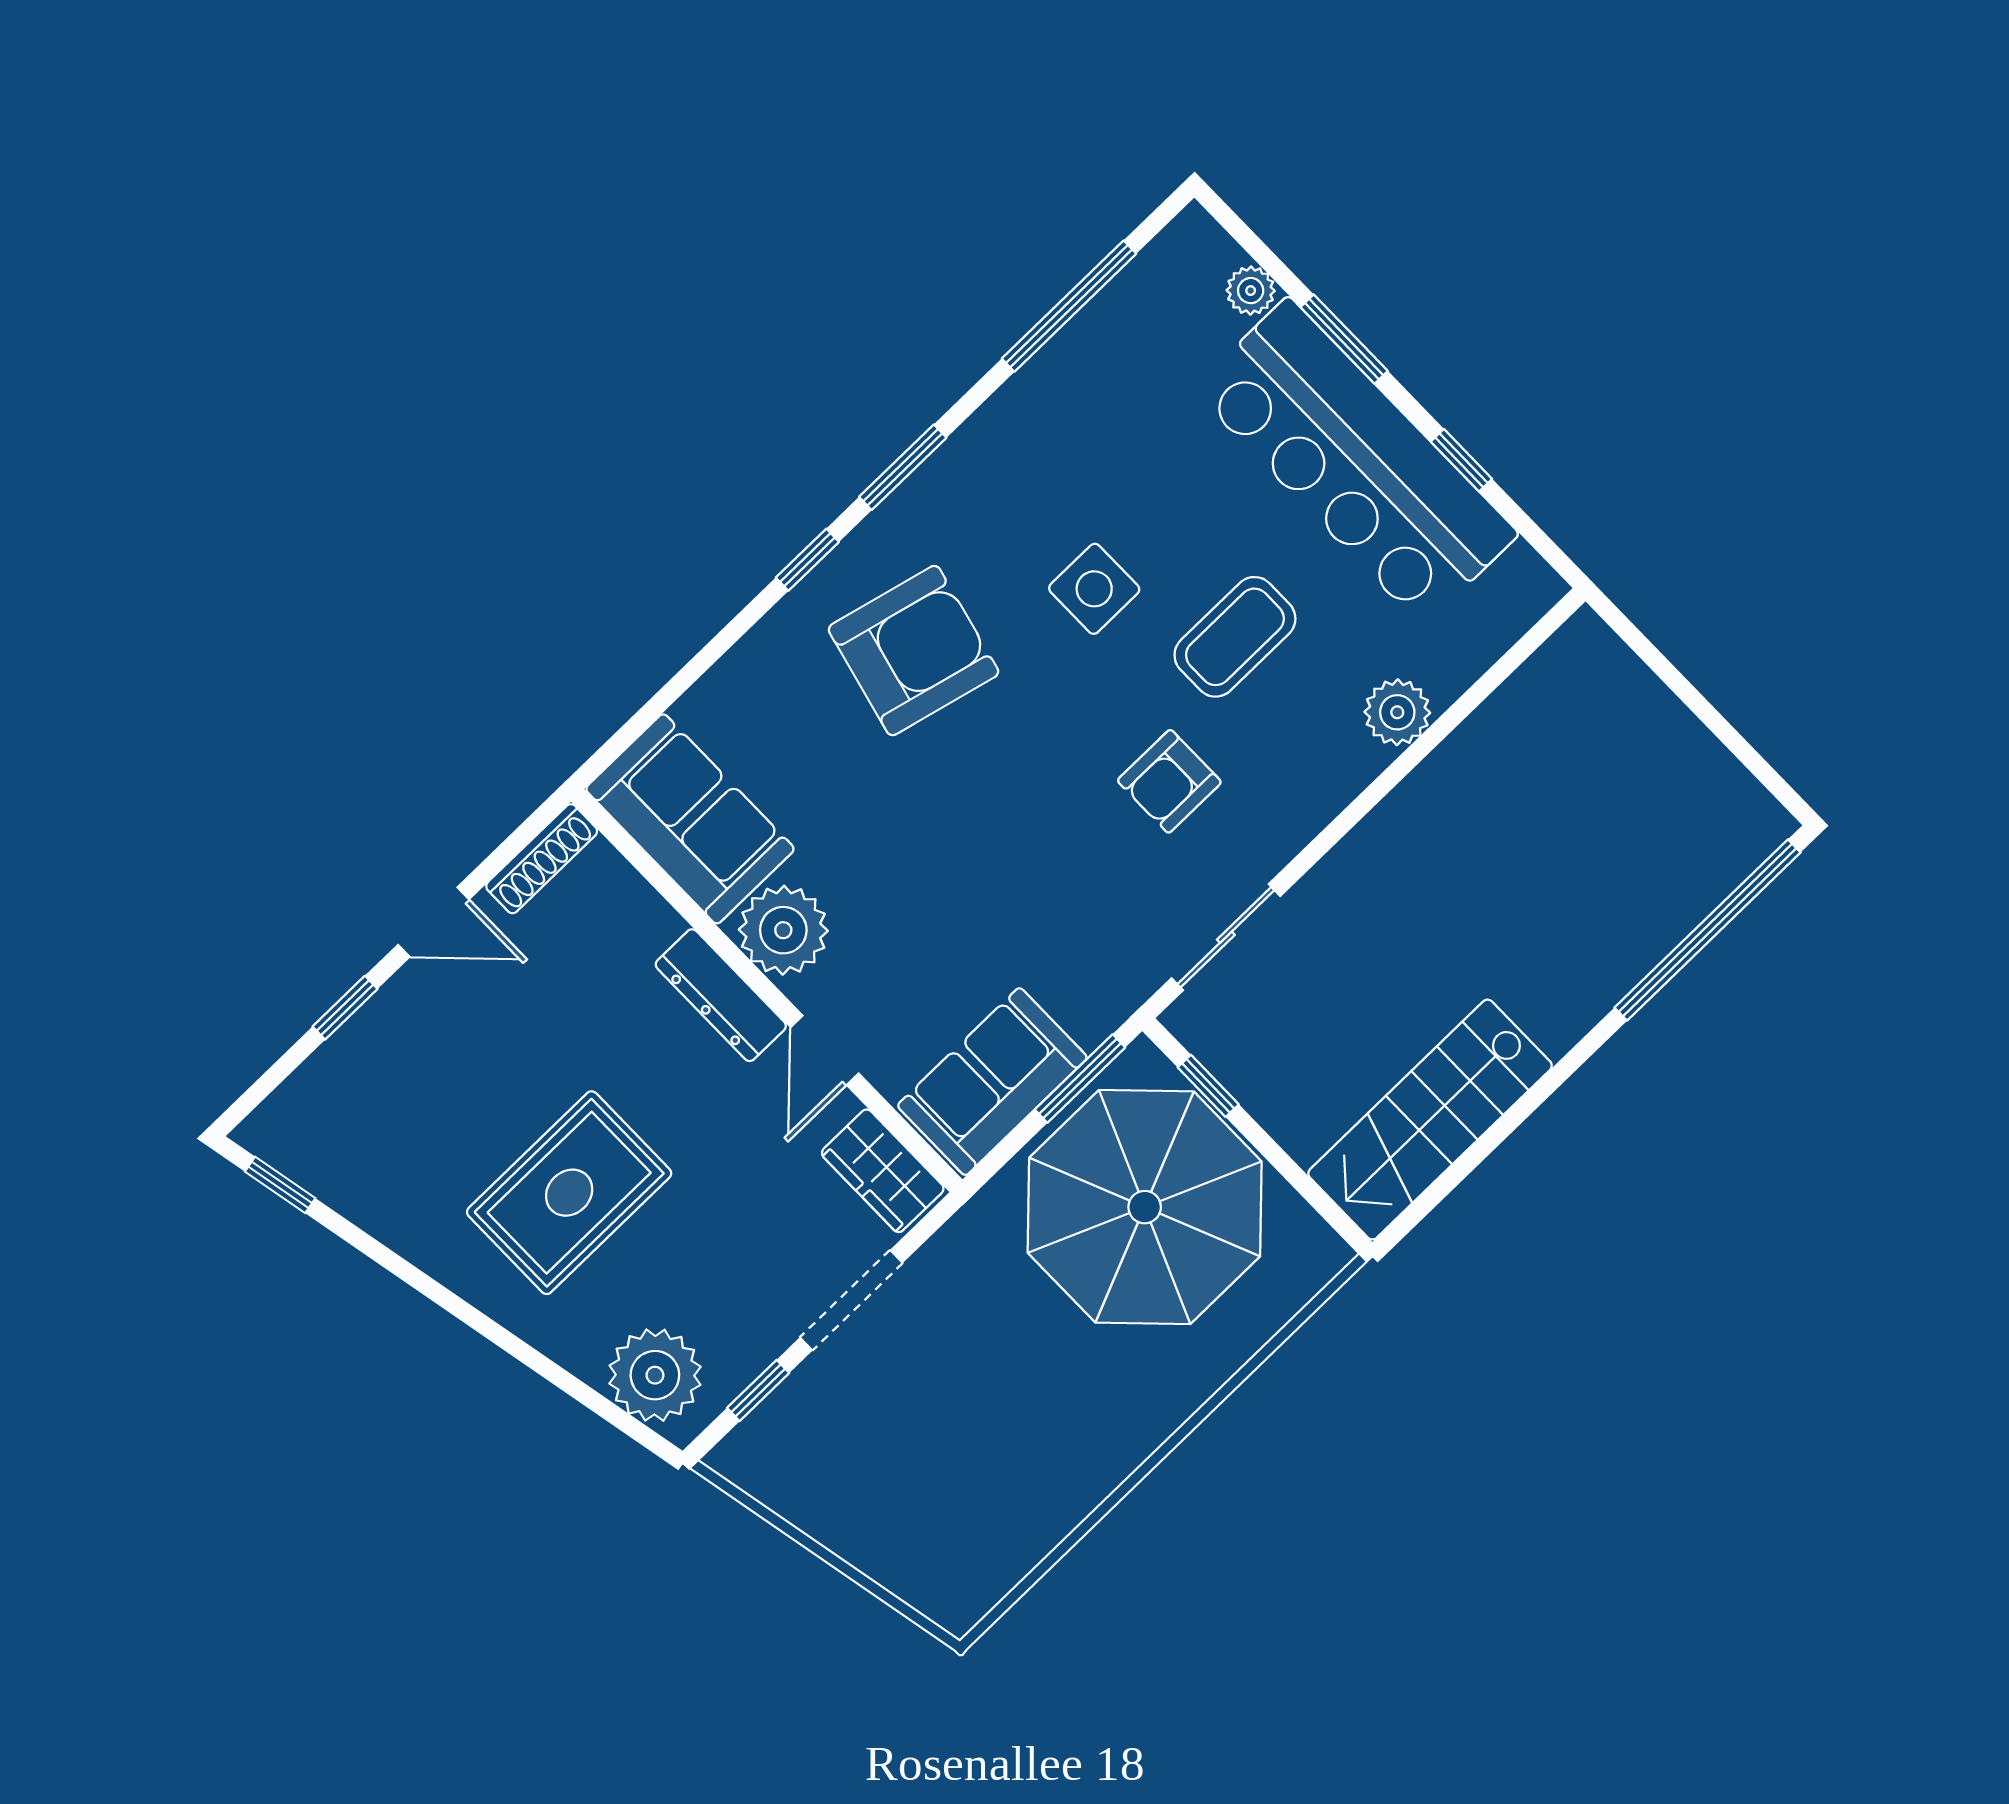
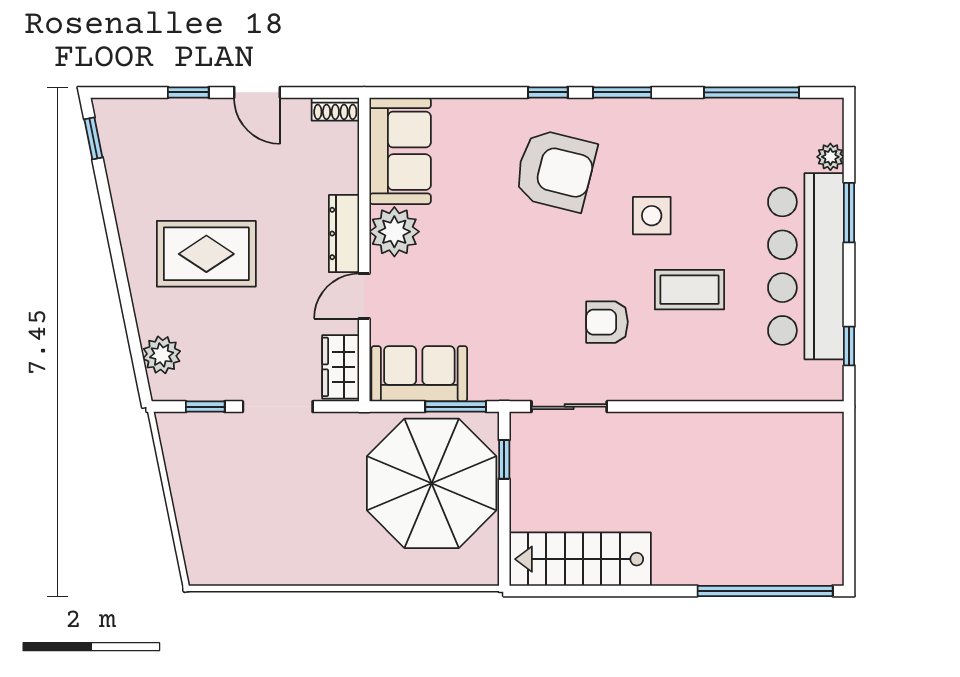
window: (1461, 460) -> (849, 346), moved
plant: (1397, 712) -> (725, 383), removed
shoe rack: (542, 859) -> (335, 109), width x0.70
plant: (655, 1375) -> (162, 355), width x0.73, depth x0.73

